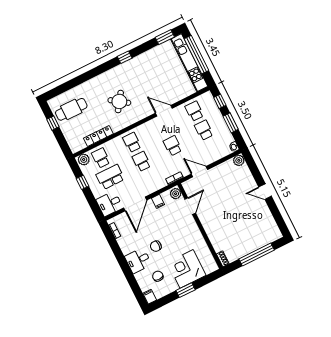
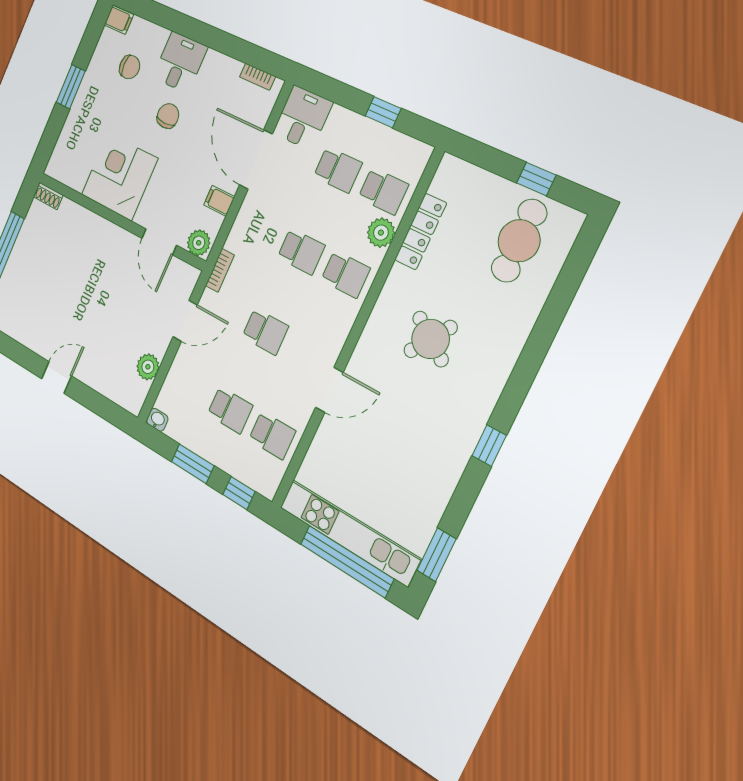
plant: (84, 160) -> (381, 233), moved
plant: (239, 160) -> (148, 367), moved
school desk: (110, 177) -> (338, 170), width x0.54
corner desk: (187, 269) -> (119, 177), moved, turned -90

